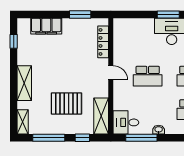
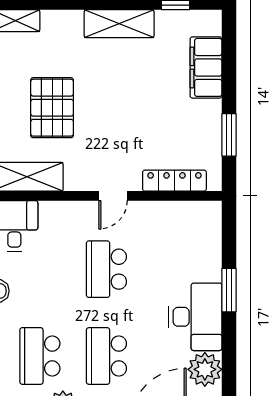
window: (168, 15) -> (229, 290), moved
shelving: (24, 83) -> (119, 24), moved

